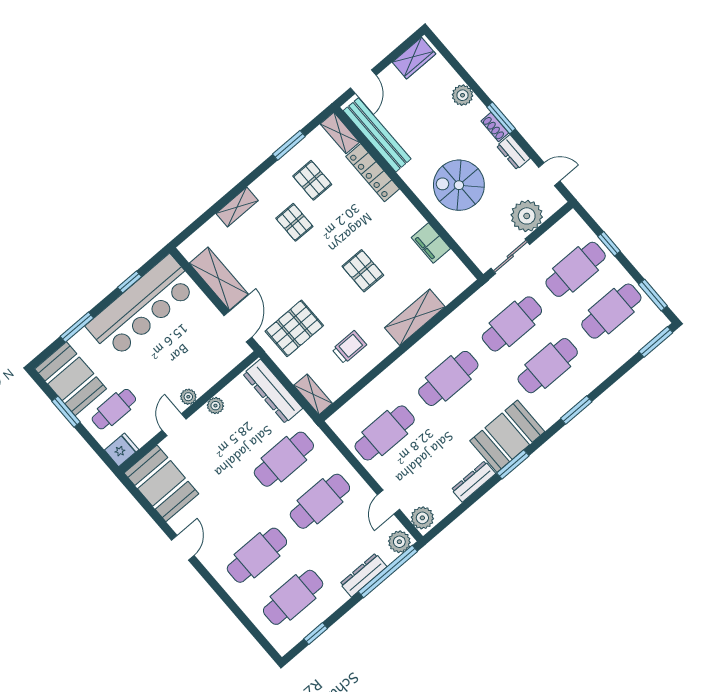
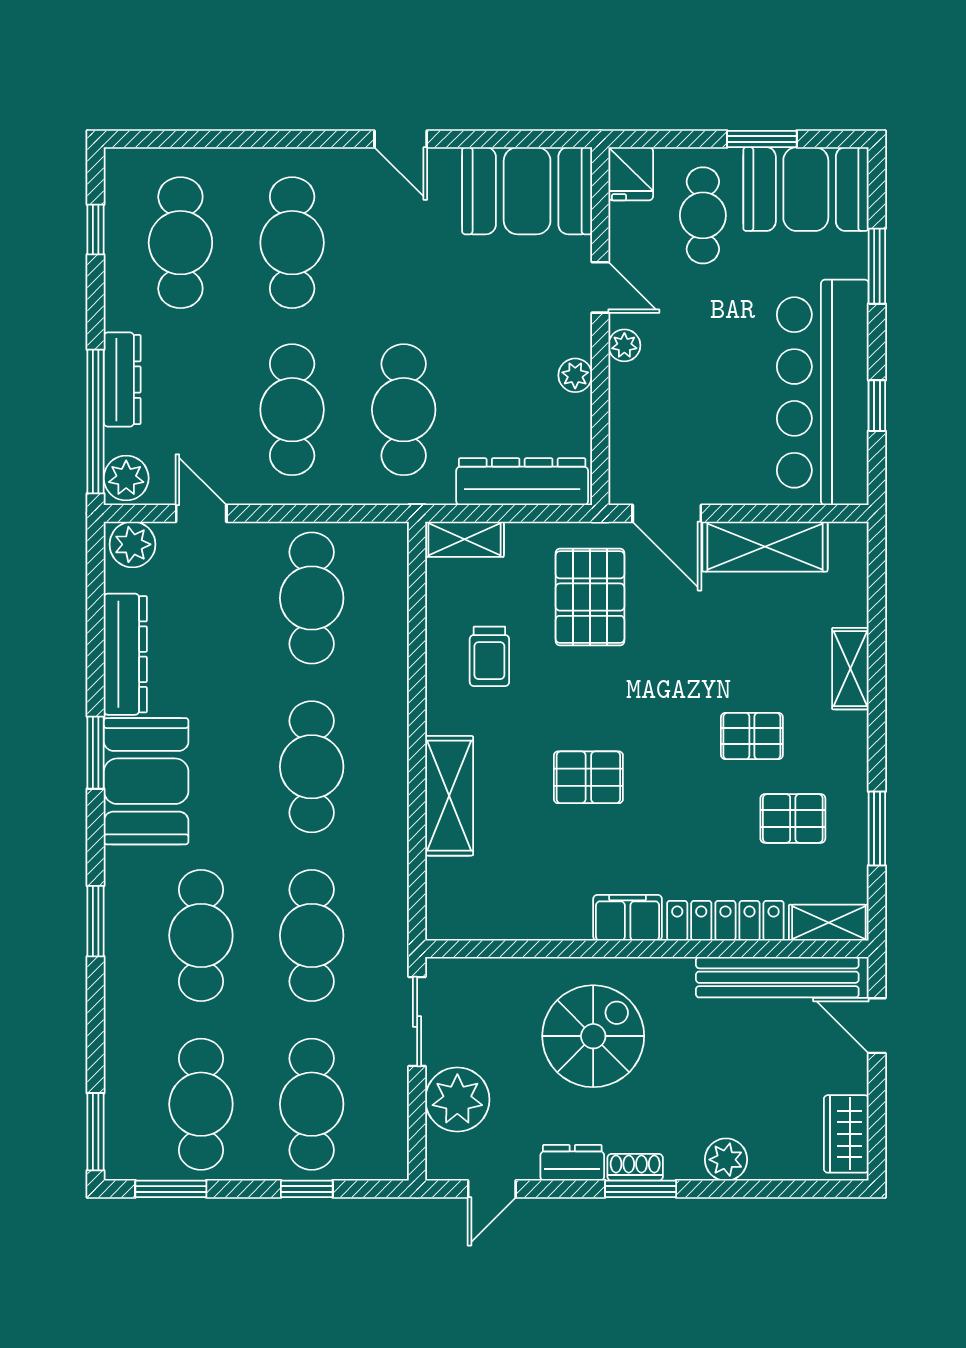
filing cabinet: (431, 243) -> (628, 918), moved
dresser: (474, 481) -> (125, 654), width x1.37, depth x1.24

